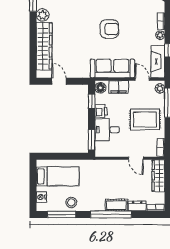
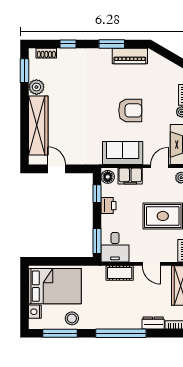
armchair: (109, 29) -> (130, 110), moved
sofa: (112, 68) -> (123, 153), width x0.73
door: (142, 79) -> (159, 166), hinge flipped
desk: (107, 130) -> (115, 247), moved, turned -90
bed: (58, 176) -> (55, 286), width x1.50
cot: (116, 205) -> (120, 273), moved

